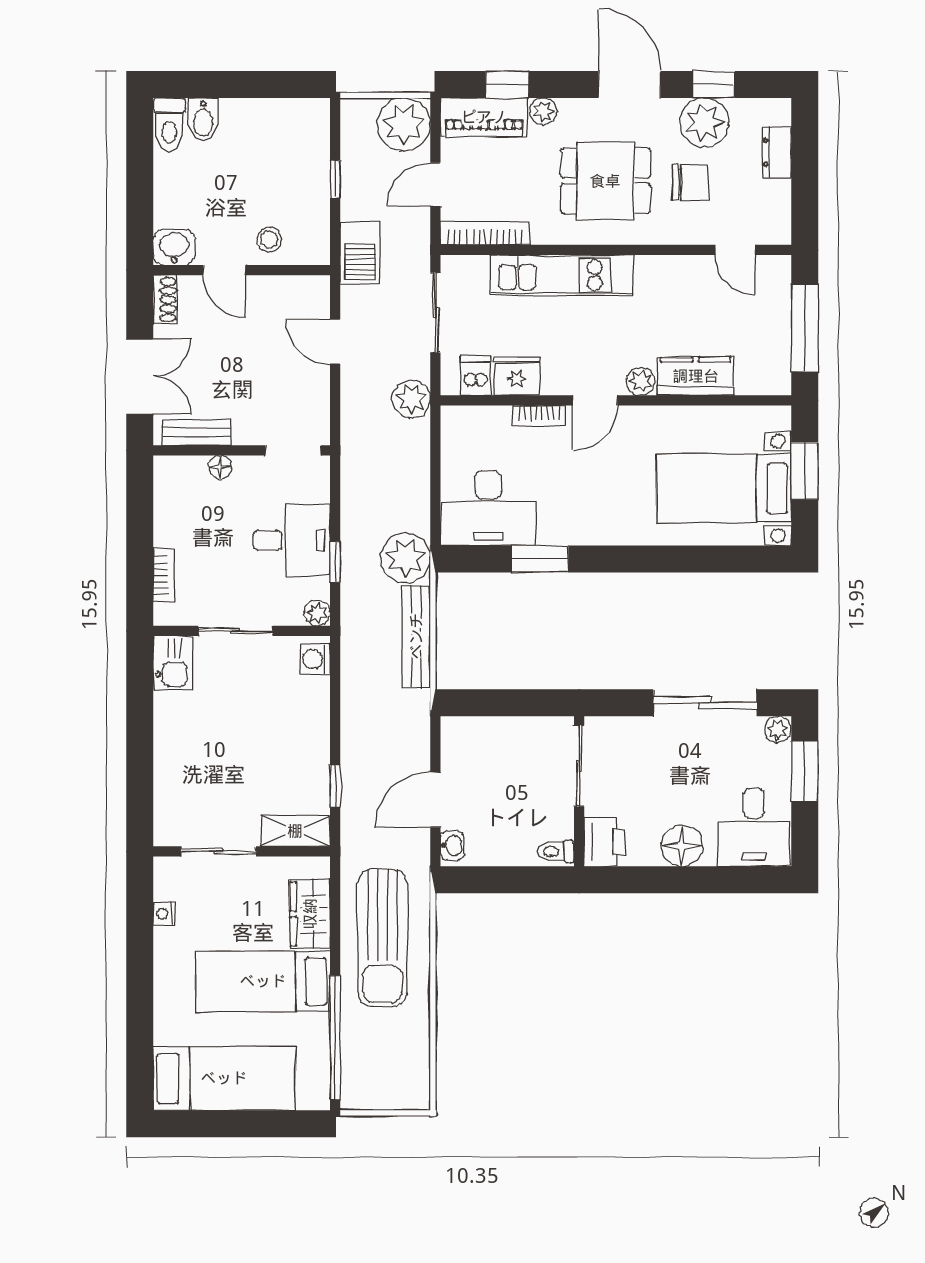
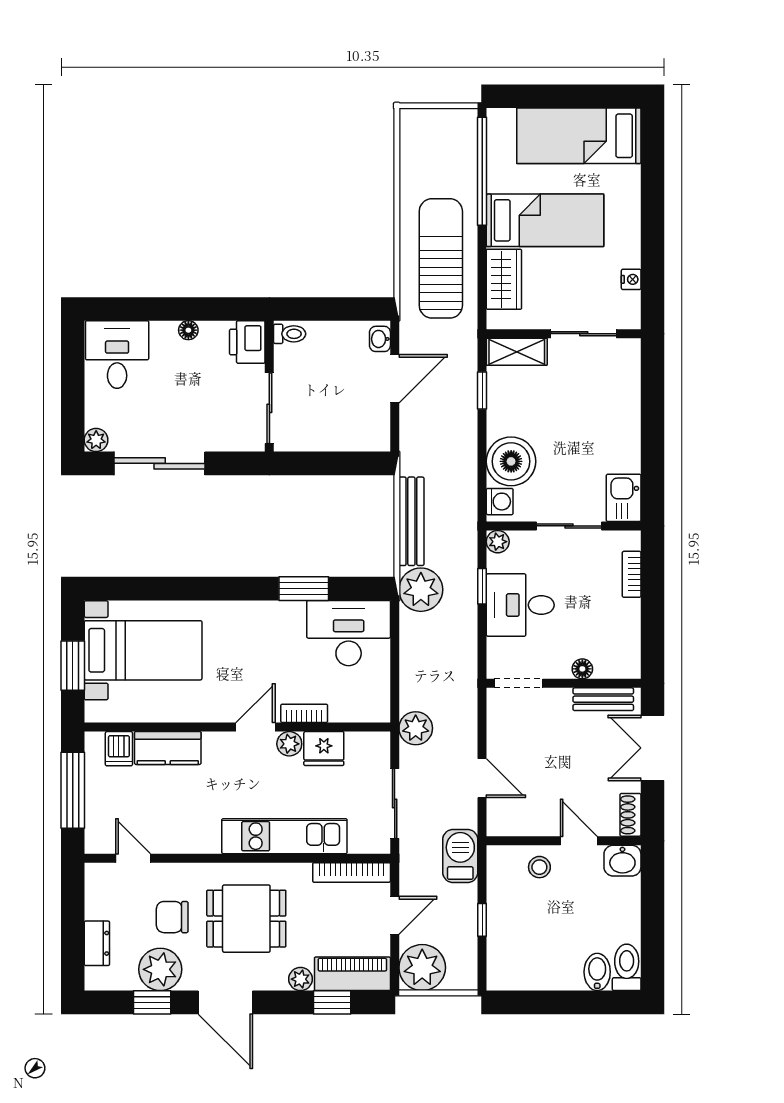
dishwasher: (476, 376) -> (119, 749), moved
plant: (641, 381) -> (289, 744), moved
boiler: (302, 705) -> (511, 461), added
window: (805, 771) -> (73, 404), removed
floor lamp: (682, 846) -> (188, 330), width x0.53, depth x0.53

